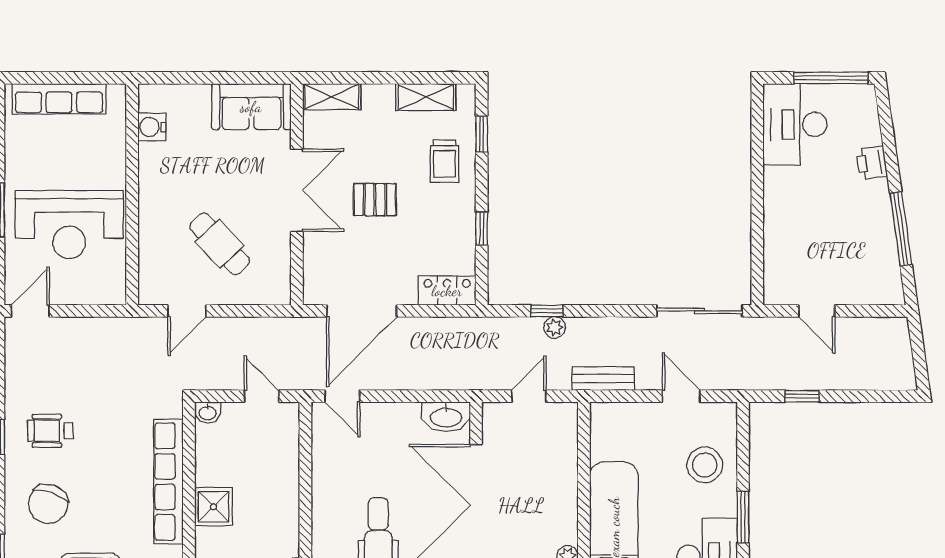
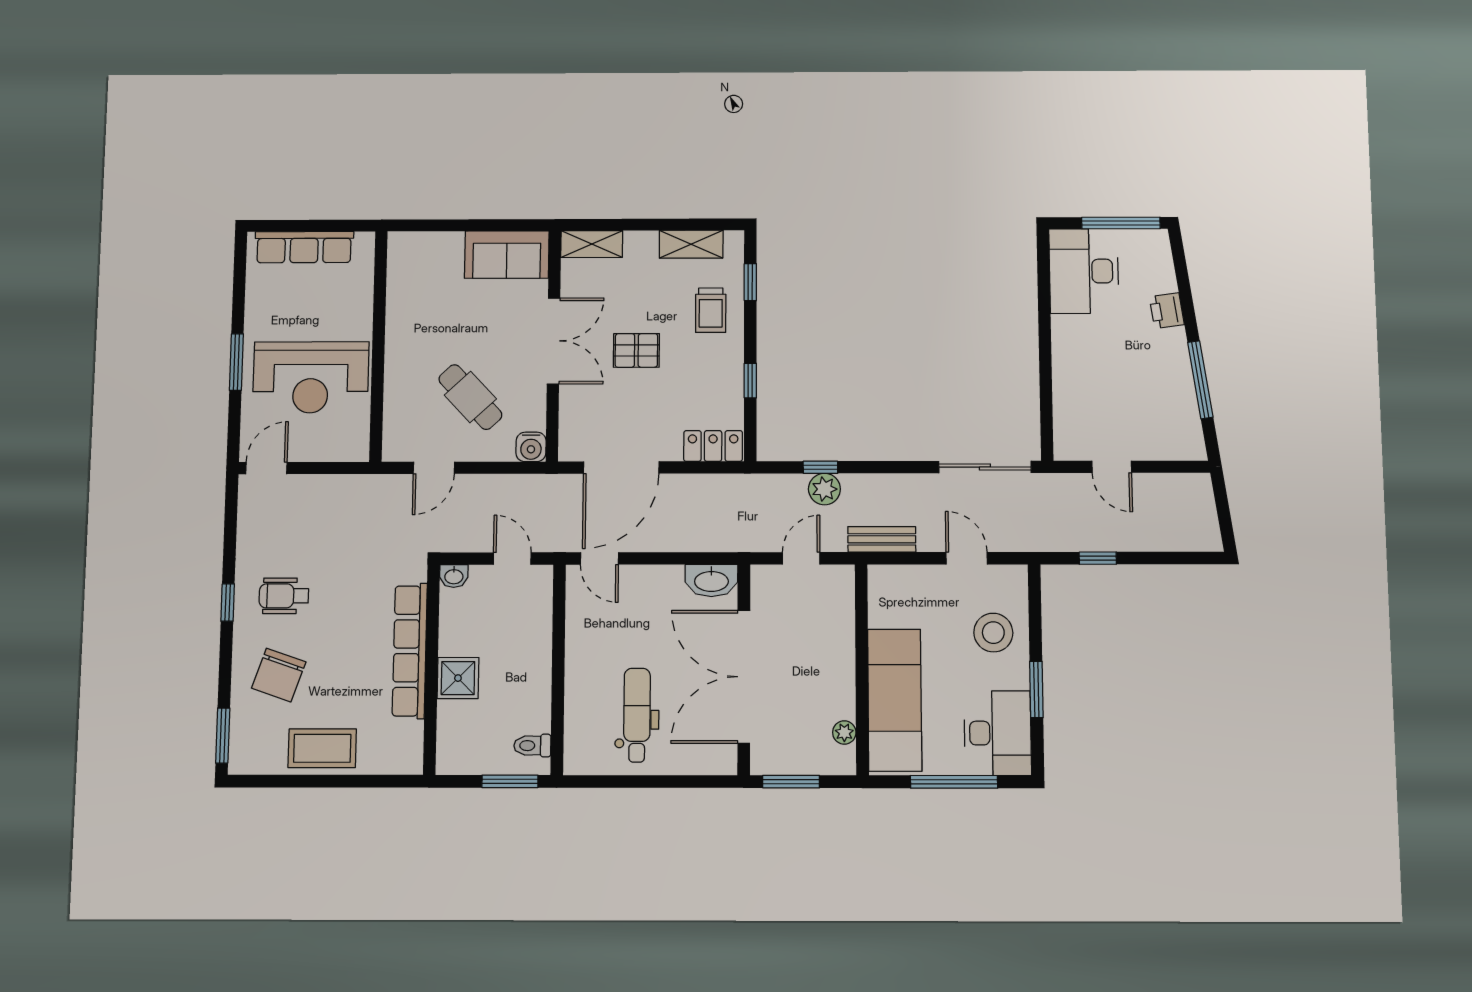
water cooler: (152, 127) -> (531, 447), moved, turned -90
plant: (555, 327) -> (824, 489), width x1.38, depth x1.38

